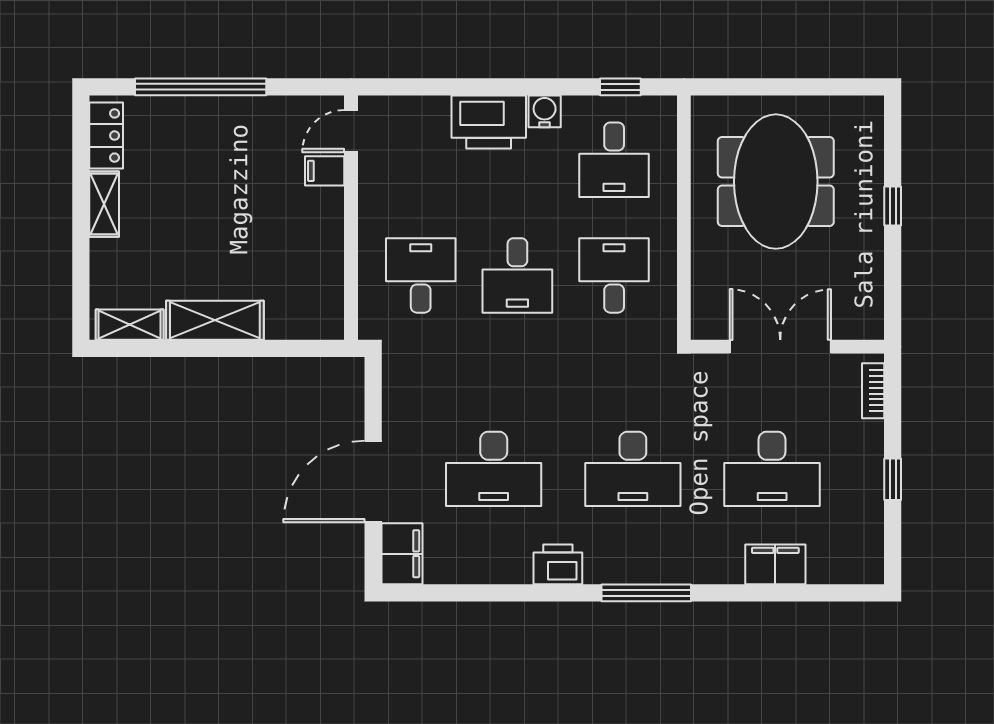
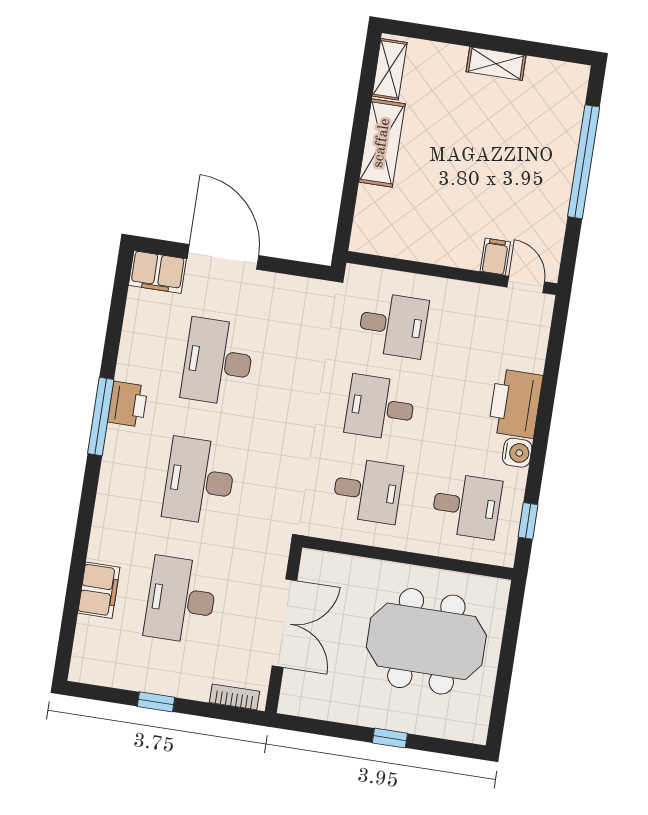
locker: (106, 136) -> (554, 74), removed
desk: (614, 160) -> (466, 506), turned 180
window: (646, 593) -> (101, 417), moved

